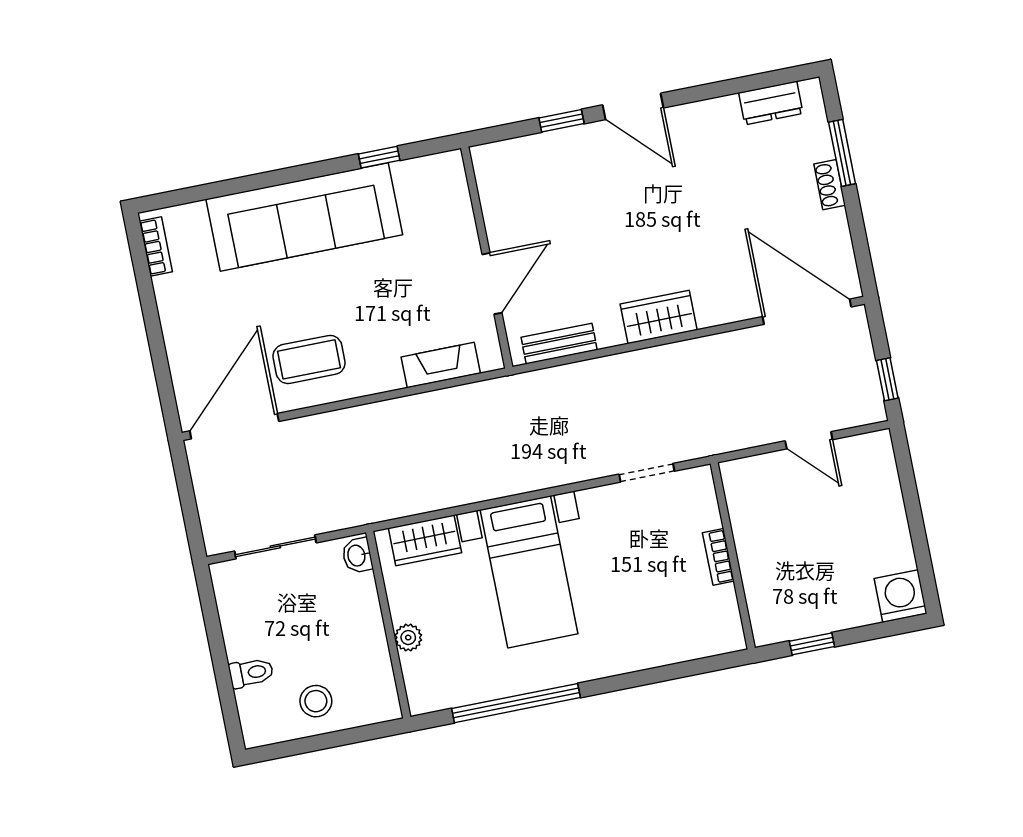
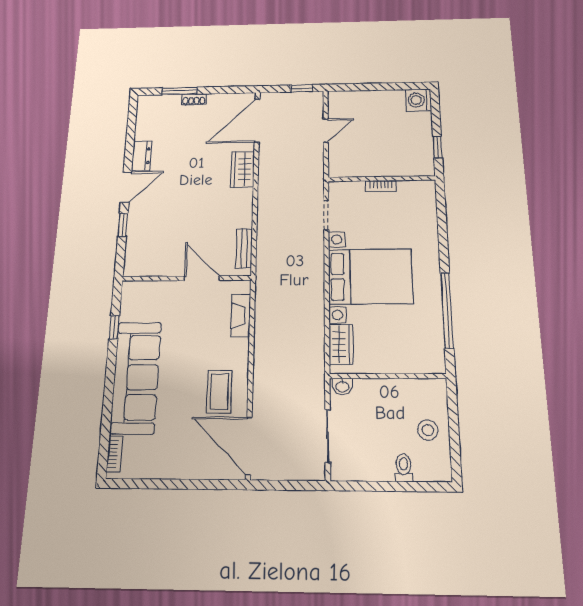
dresser: (771, 103) -> (141, 156), moved
bookcase: (156, 246) -> (115, 454), moved, turned 90
wardrobe: (659, 317) -> (243, 169), moved
bed with nightstands: (529, 572) -> (370, 276), width x1.36
plant: (408, 638) -> (398, 366), removed

